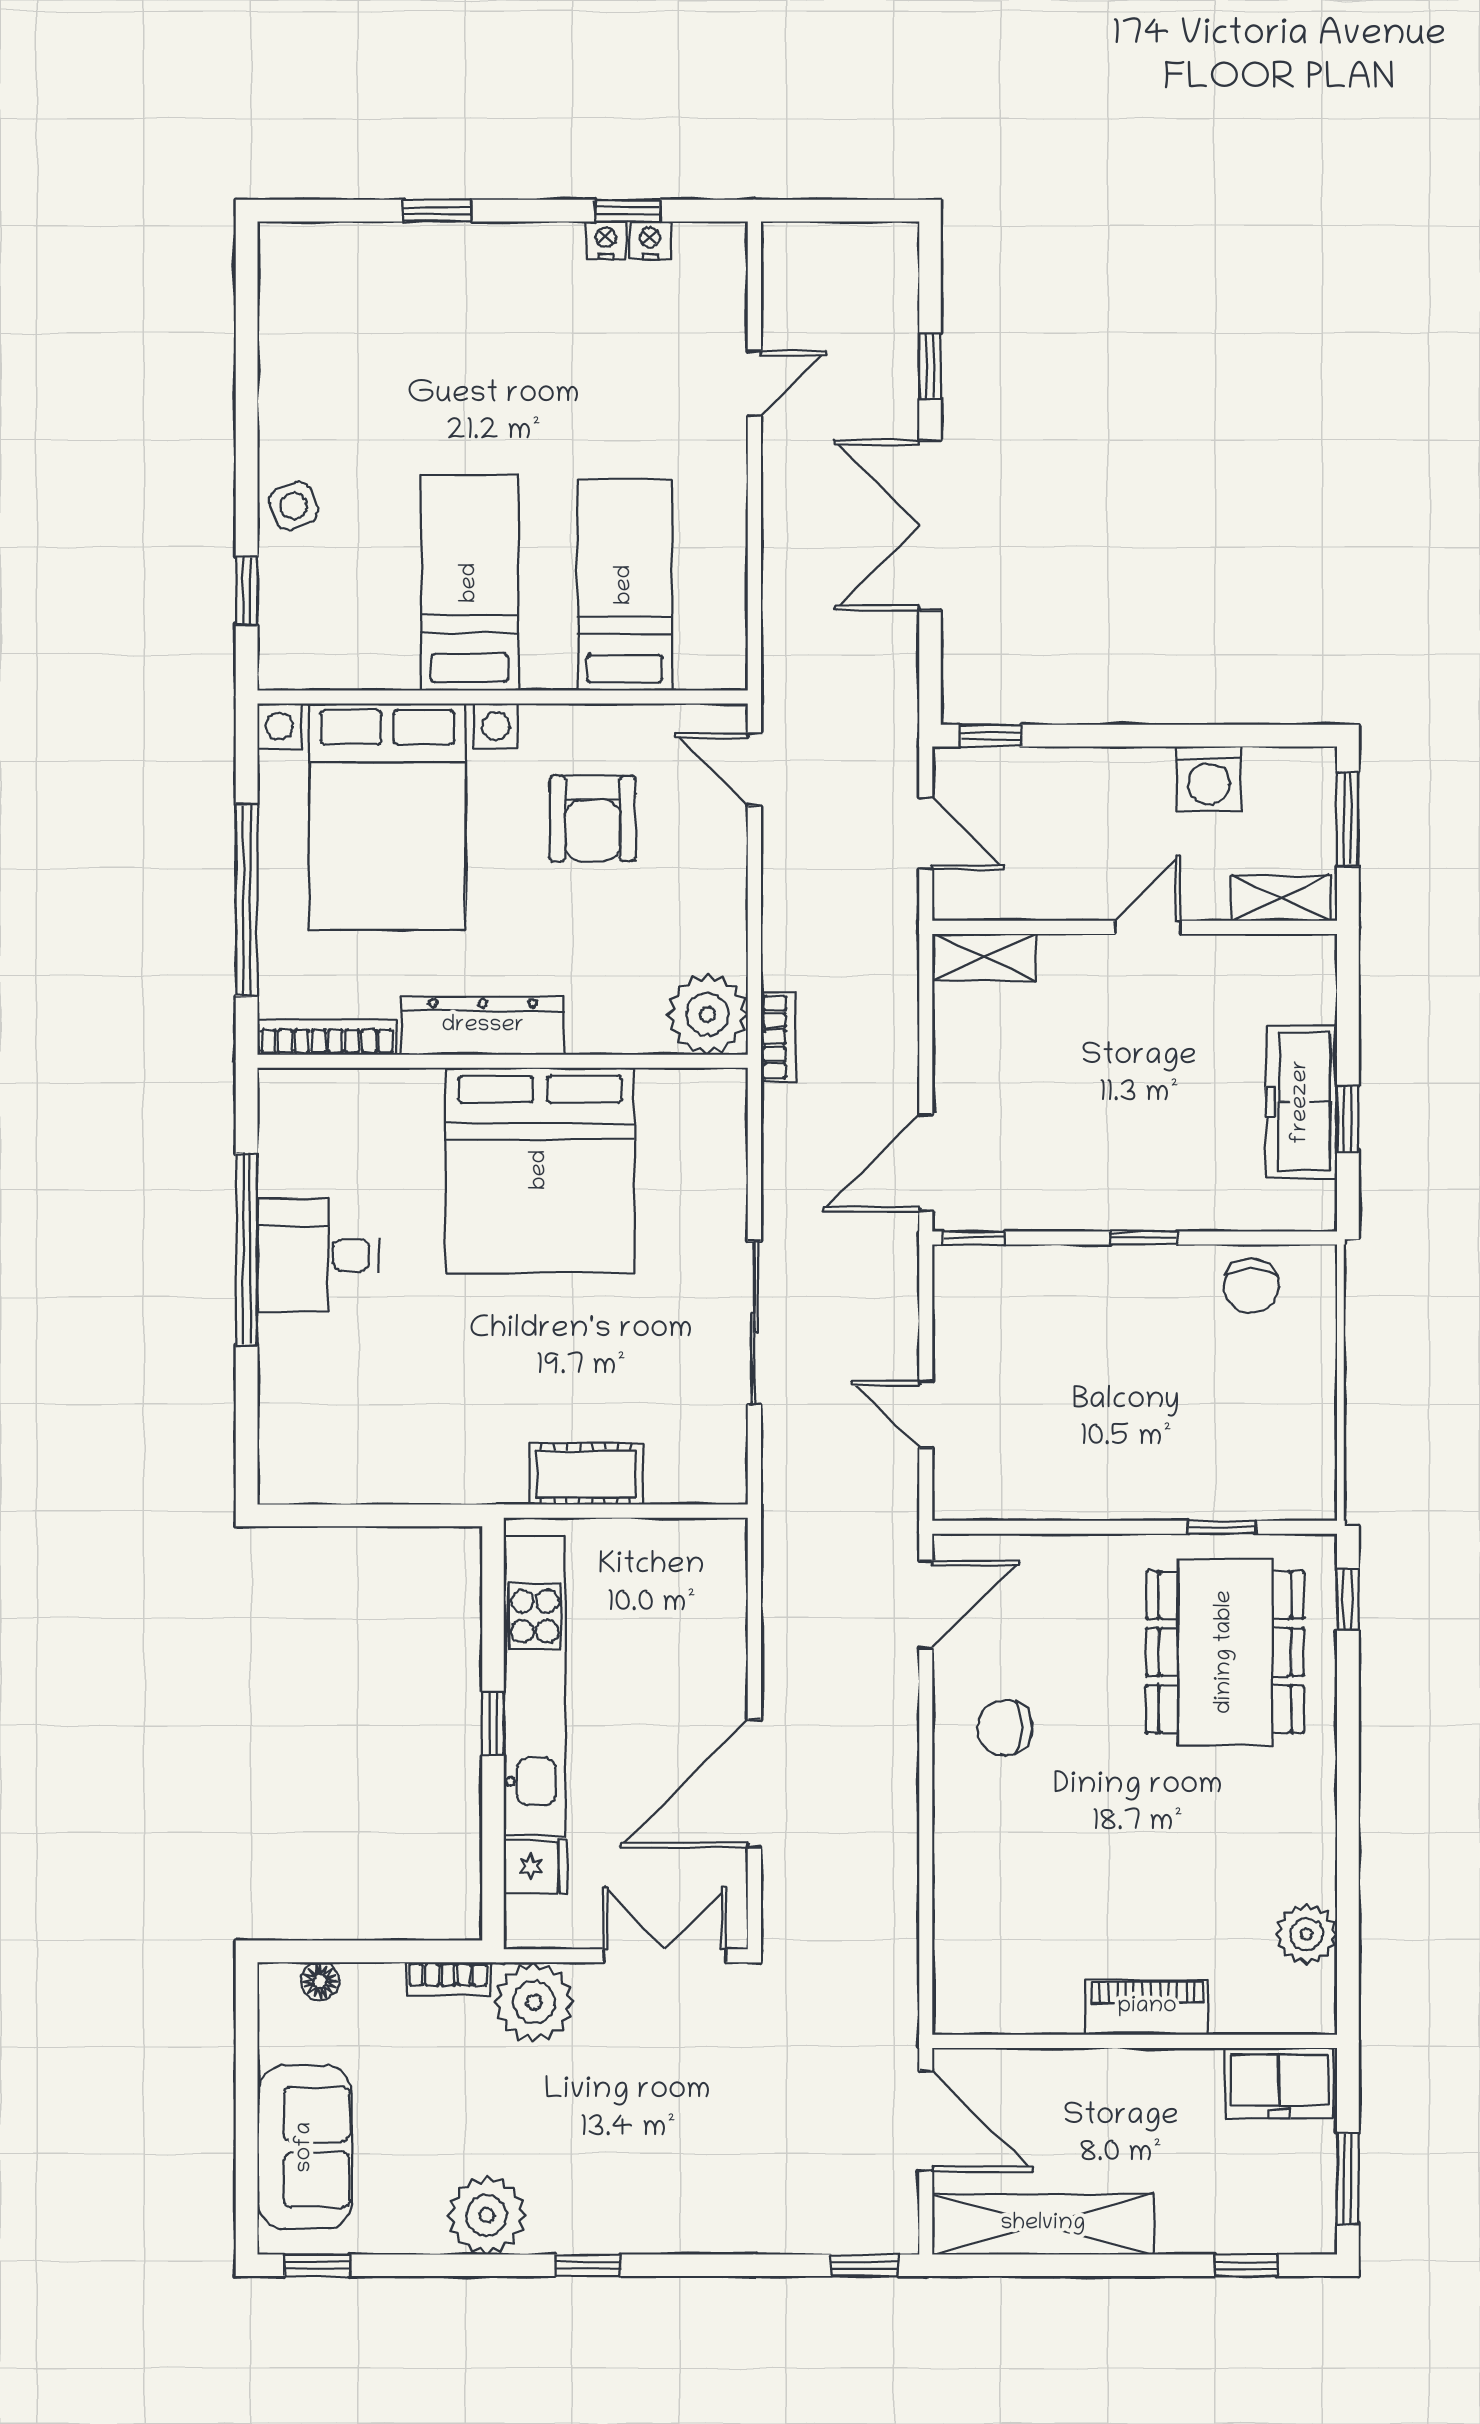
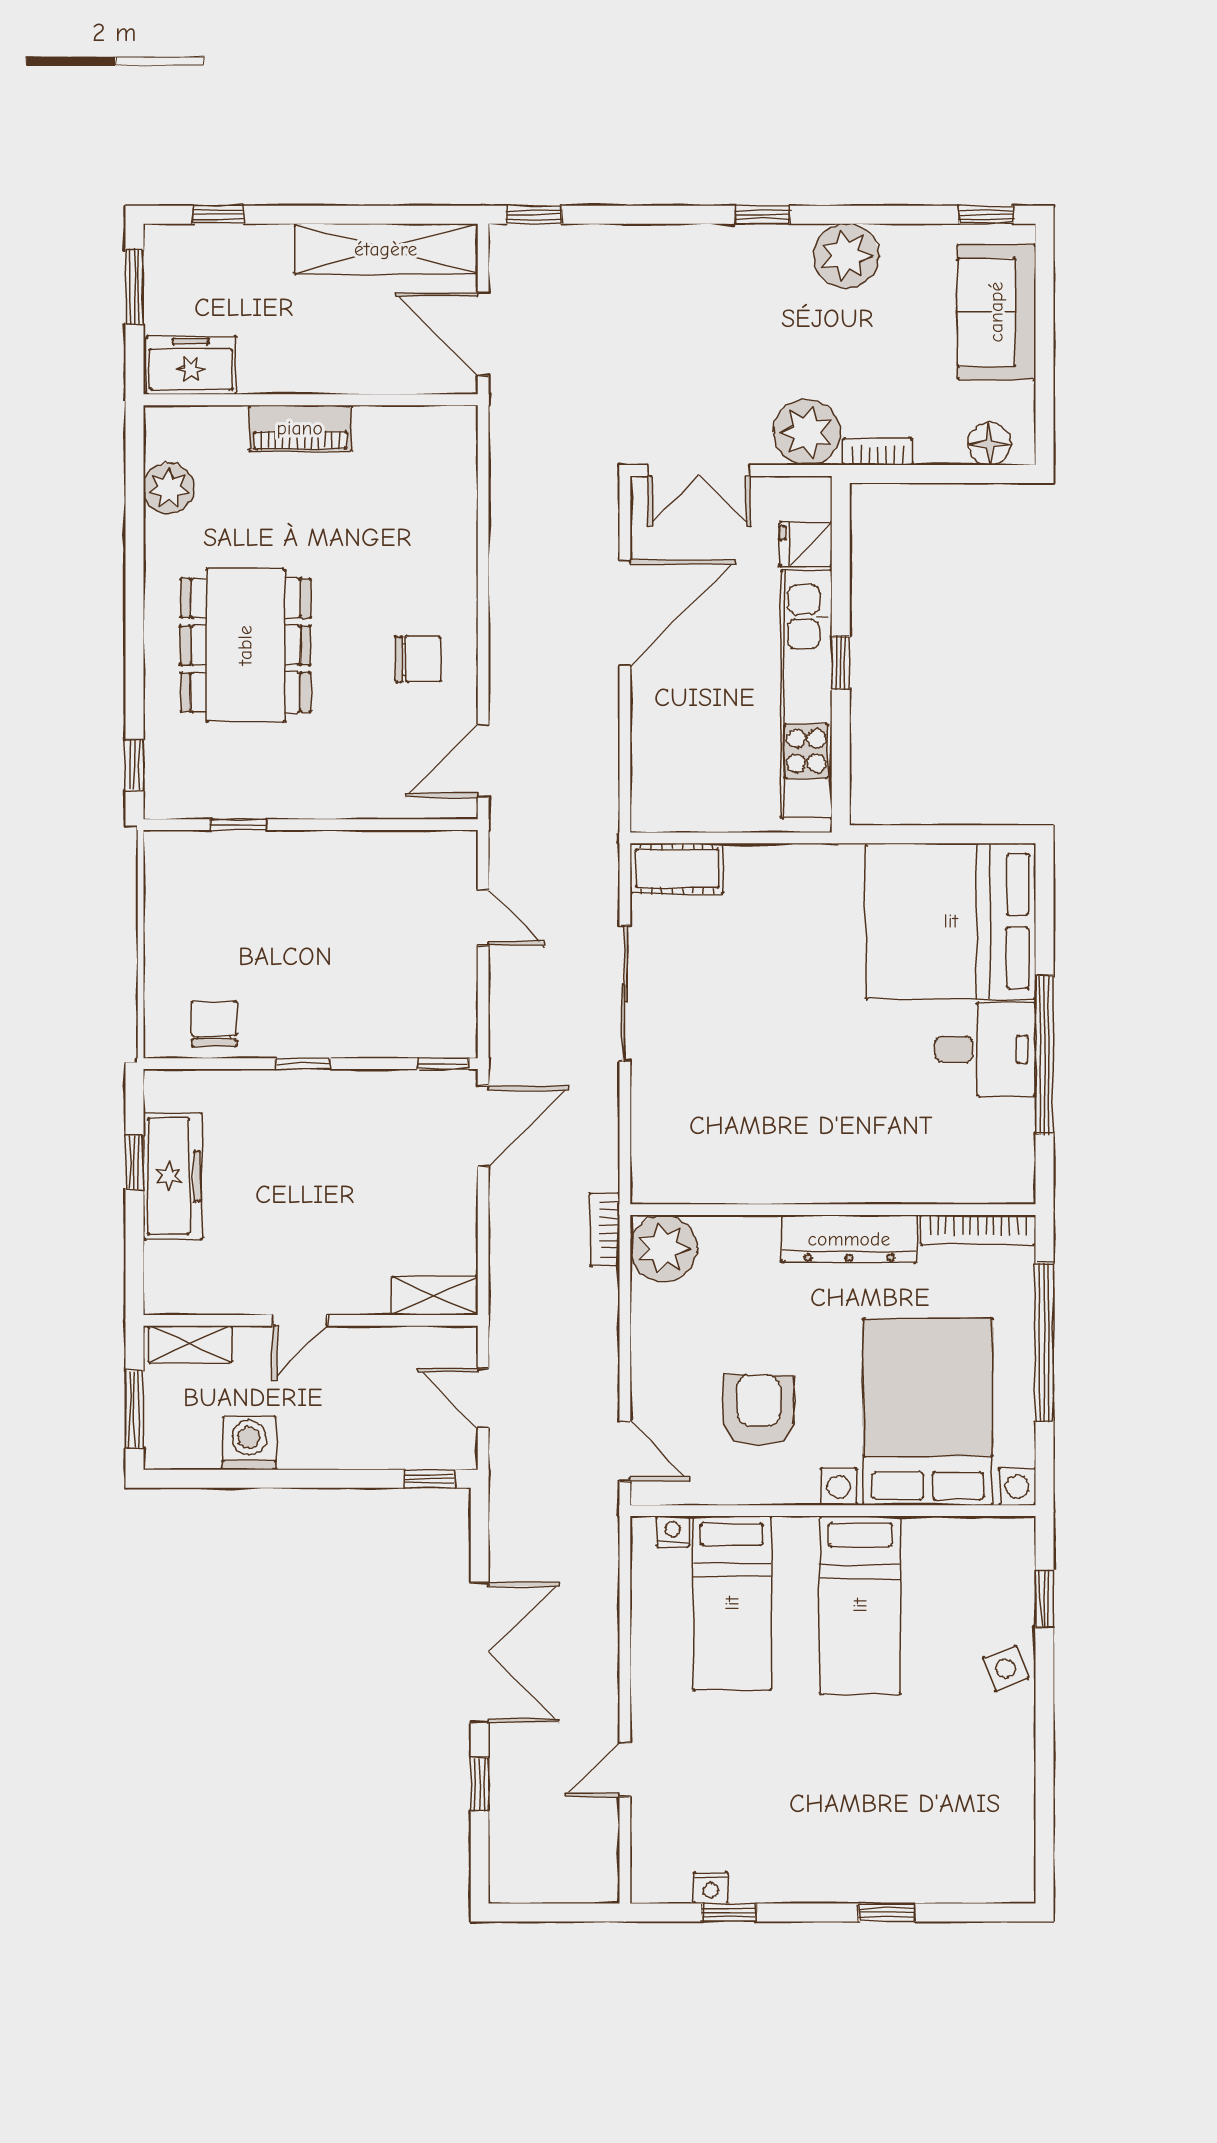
nightstand: (606, 240) -> (673, 1531), moved, turned 180
bed: (540, 1170) -> (951, 921), moved, turned -90
cot: (586, 1474) -> (677, 869), moved
dining table: (1225, 1652) -> (245, 645), moved
floor lamp: (320, 1981) -> (989, 444), width x1.37, depth x1.37

